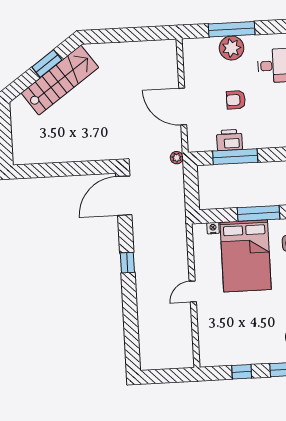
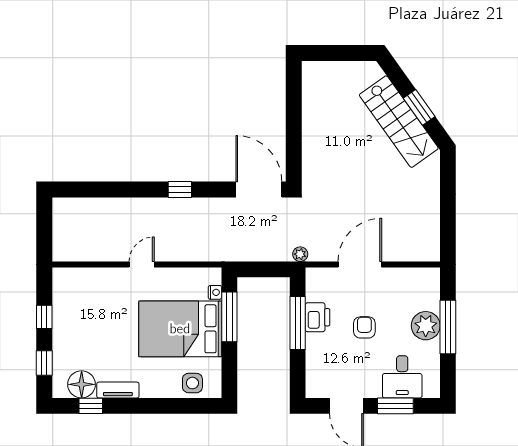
window: (259, 213) -> (229, 317), moved
door: (193, 292) -> (142, 265), hinge flipped

